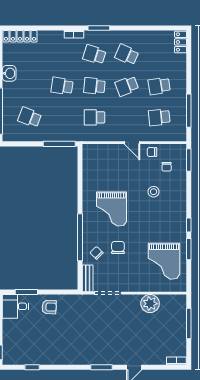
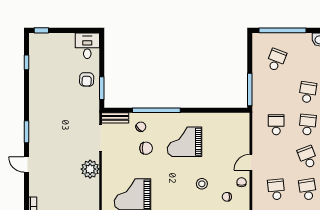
window: (26, 292) -> (102, 88), moved
plant: (150, 304) -> (90, 169), moved

